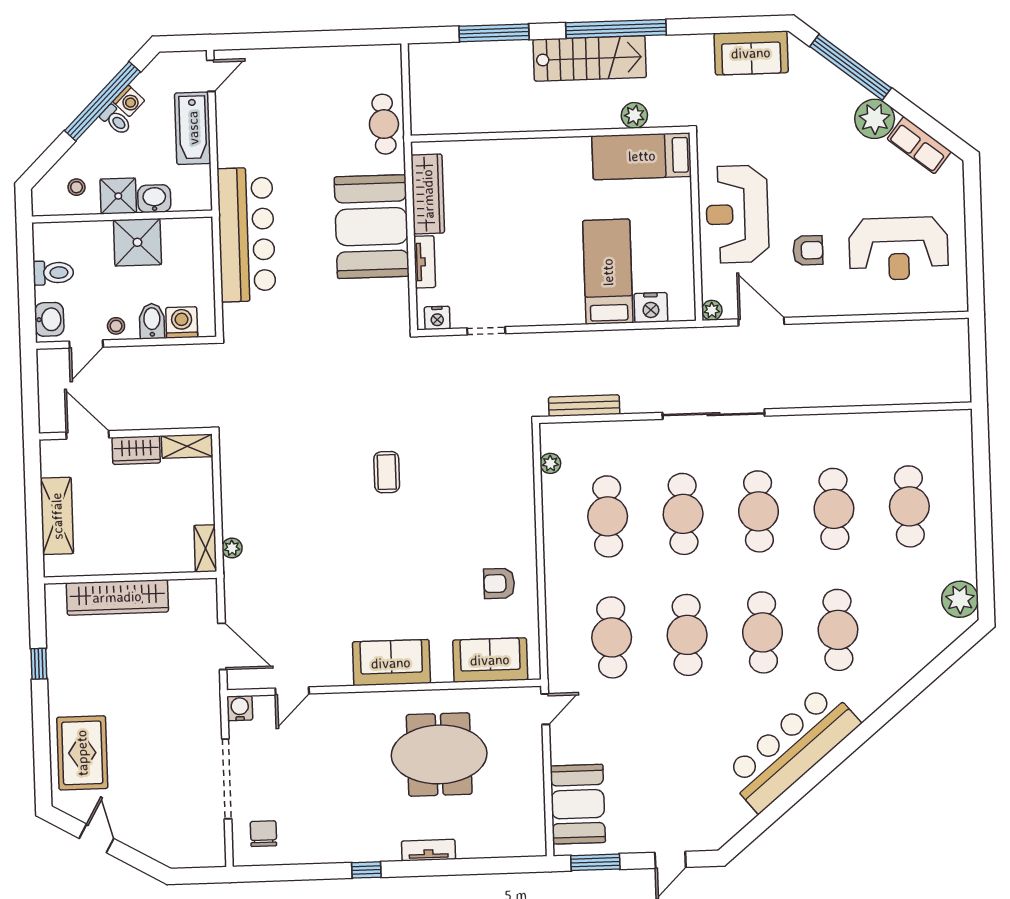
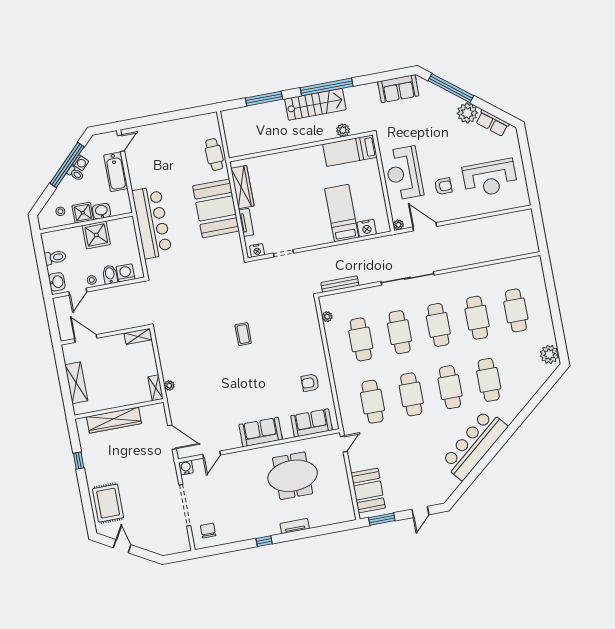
wardrobe: (136, 450) -> (112, 343), removed

